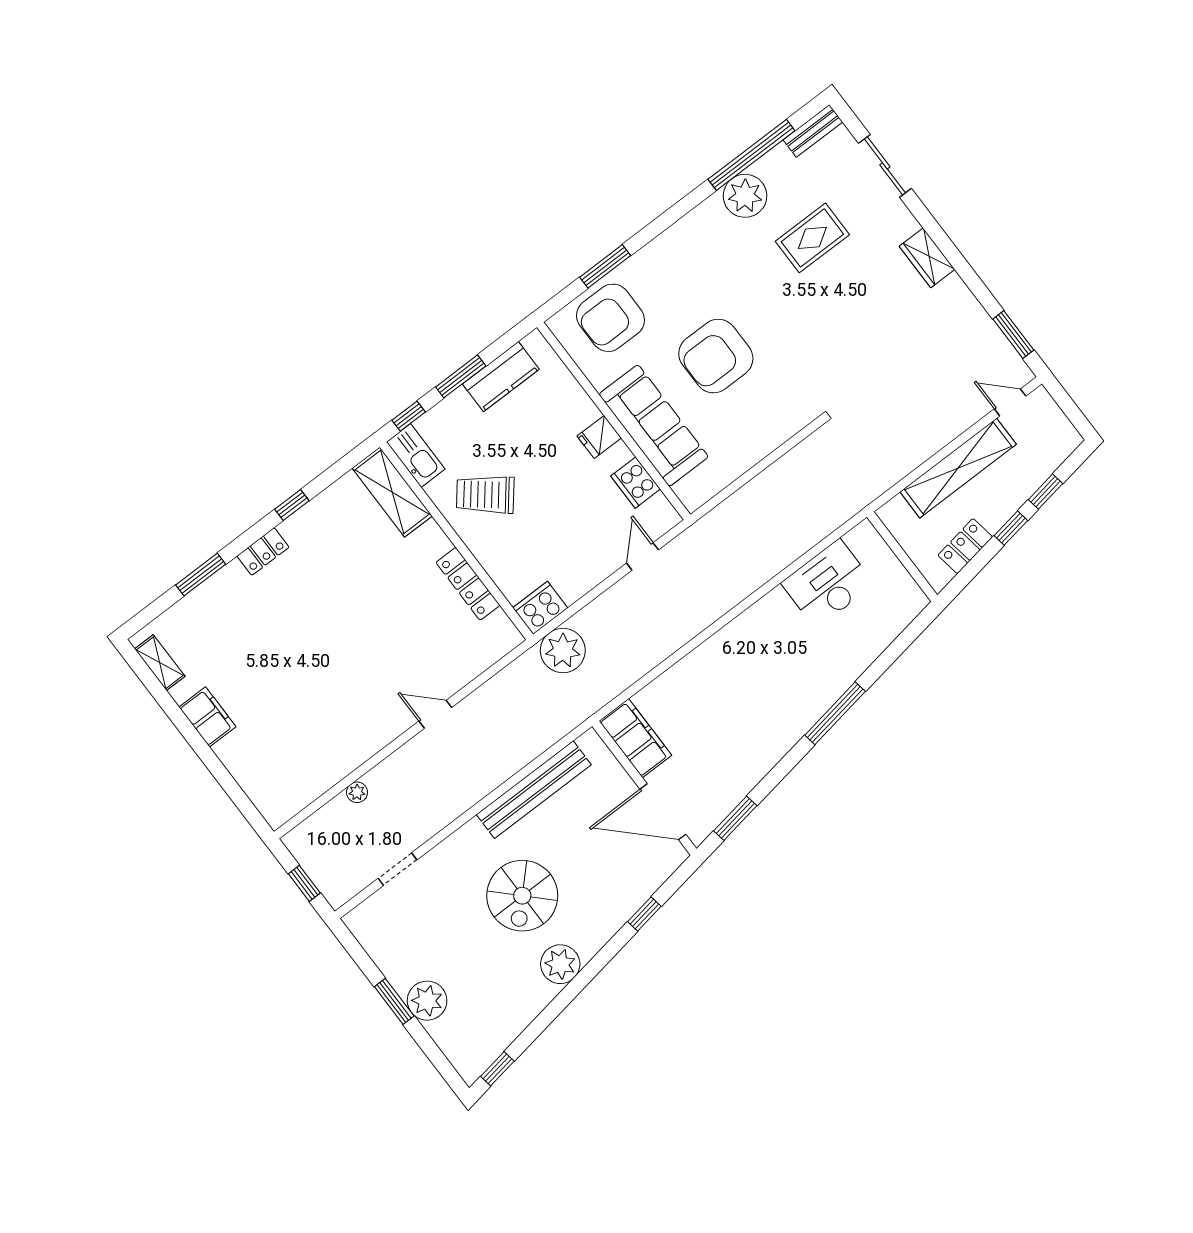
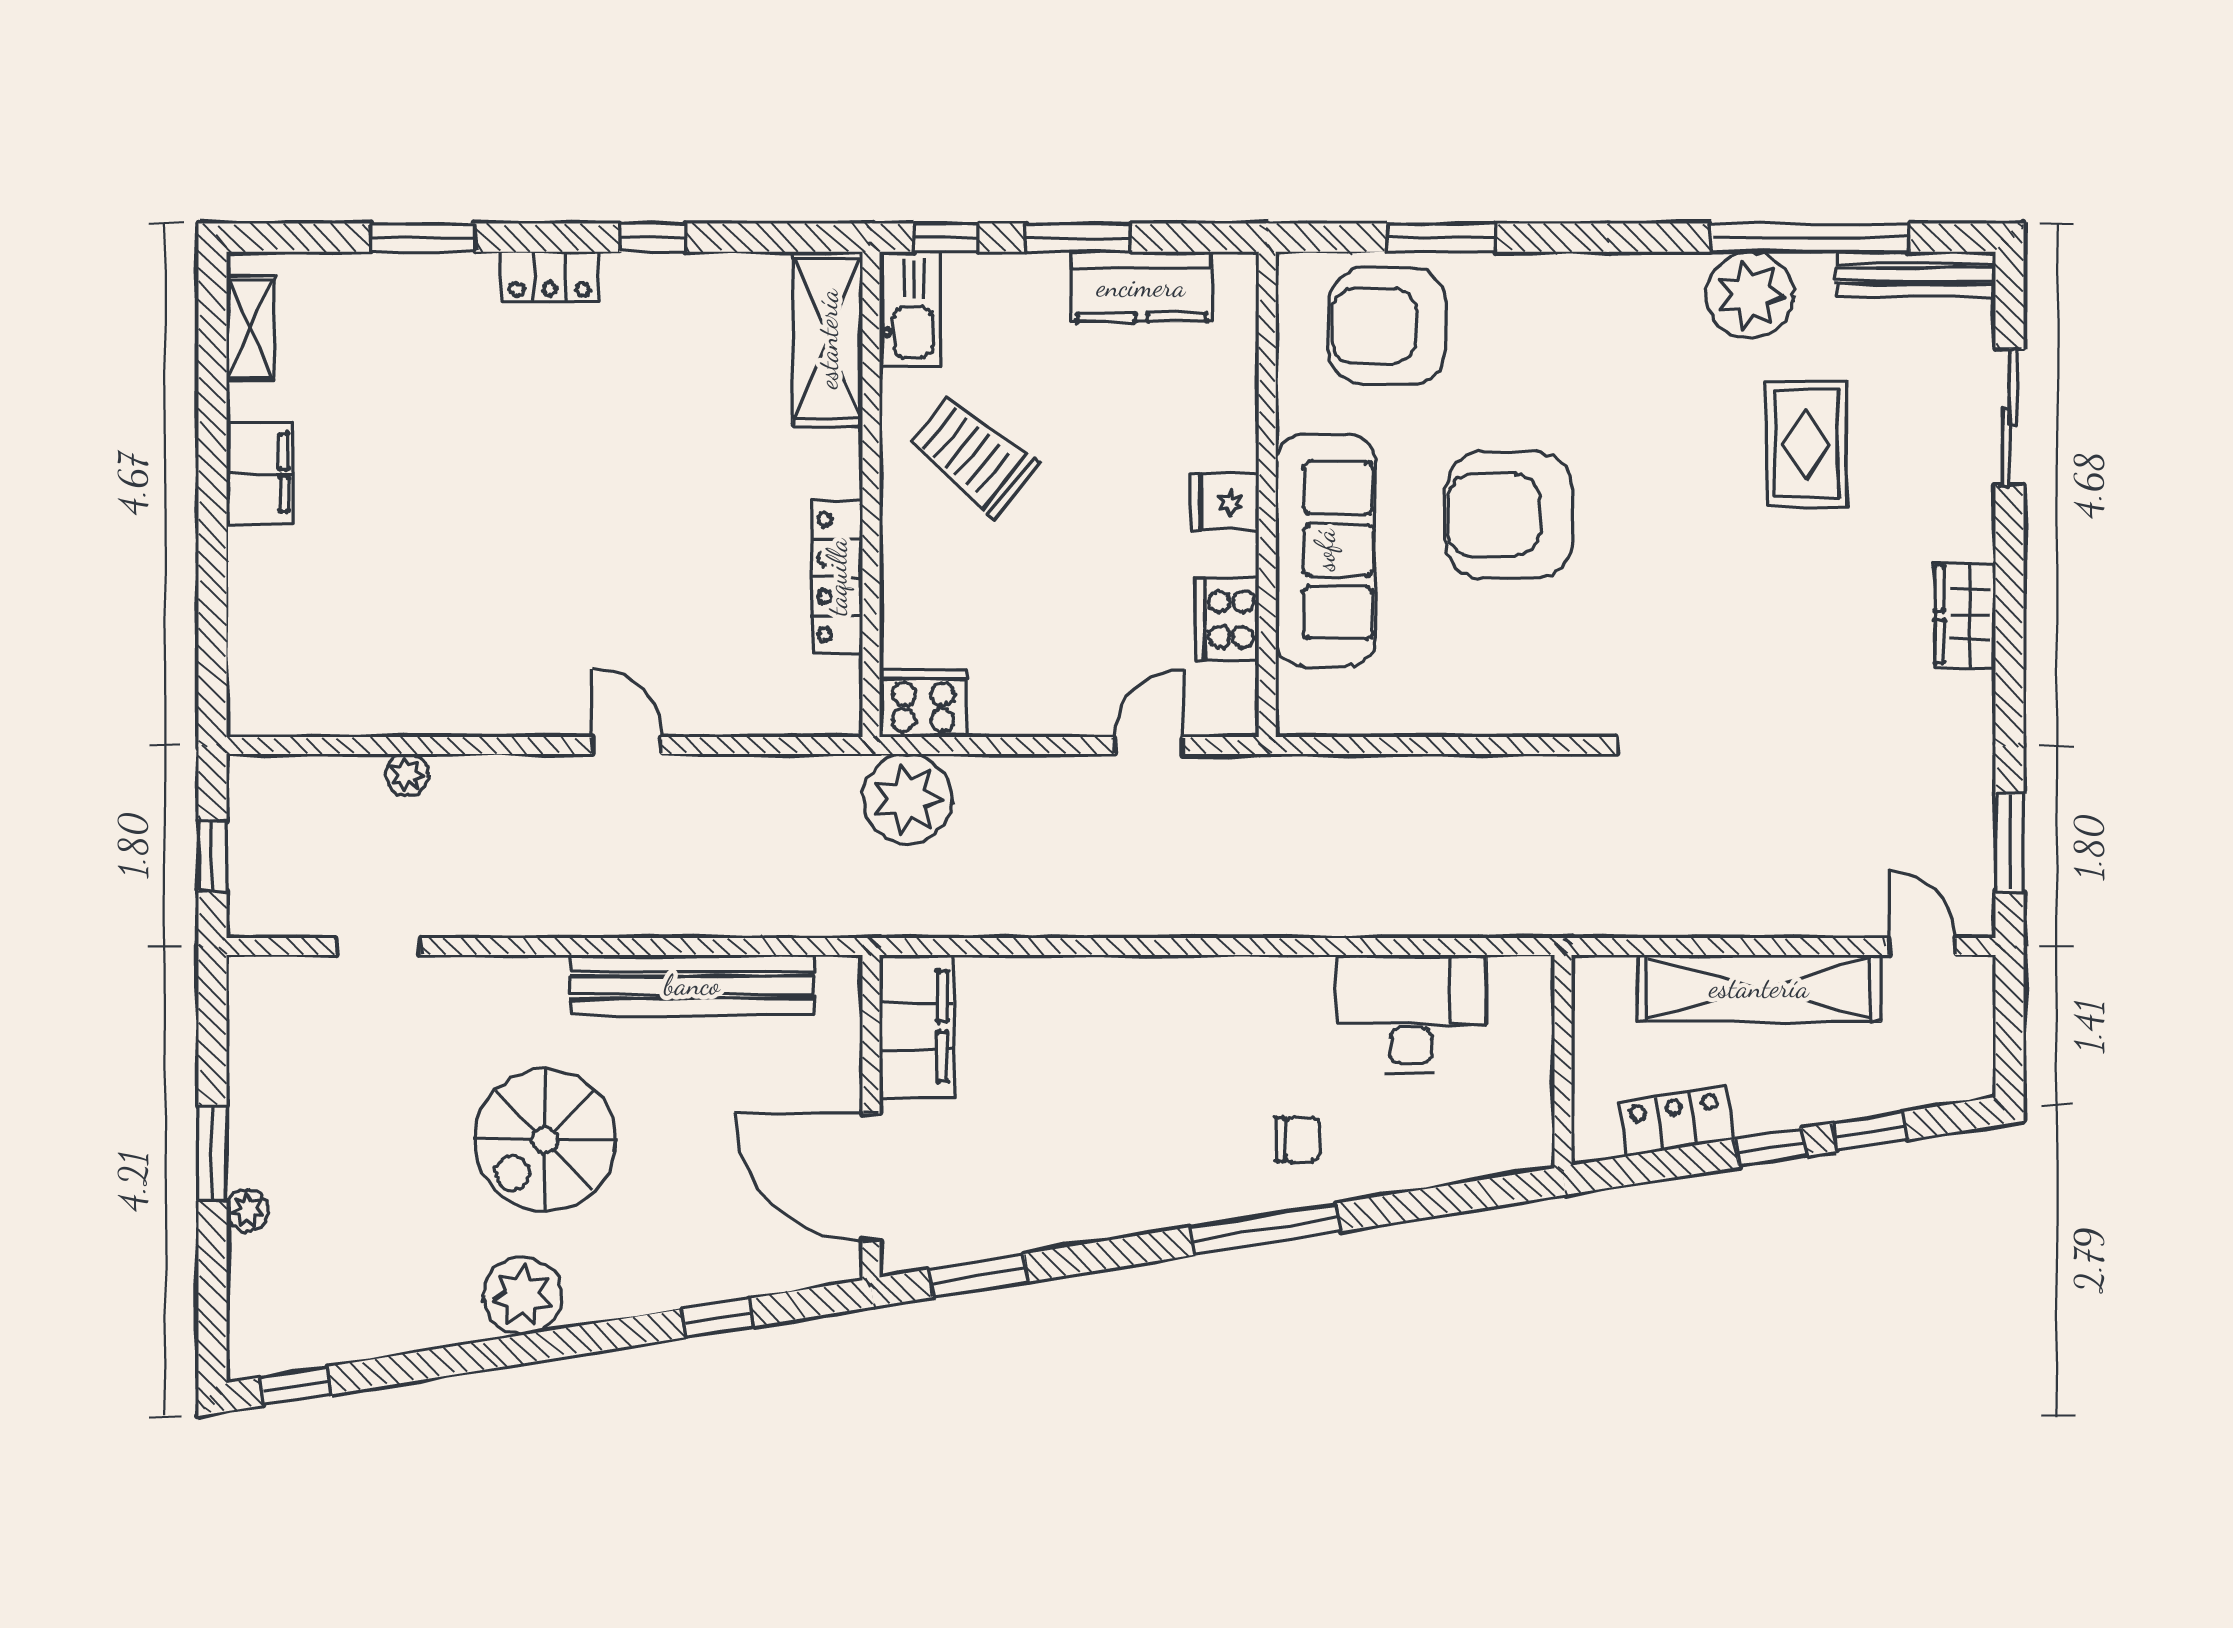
bench: (813, 131) -> (1916, 274), width x1.36
rug: (812, 238) -> (1806, 444), turned 90
chair: (821, 668) -> (1298, 1139), added
plant: (427, 1001) -> (247, 1210), width x0.53, depth x0.53

